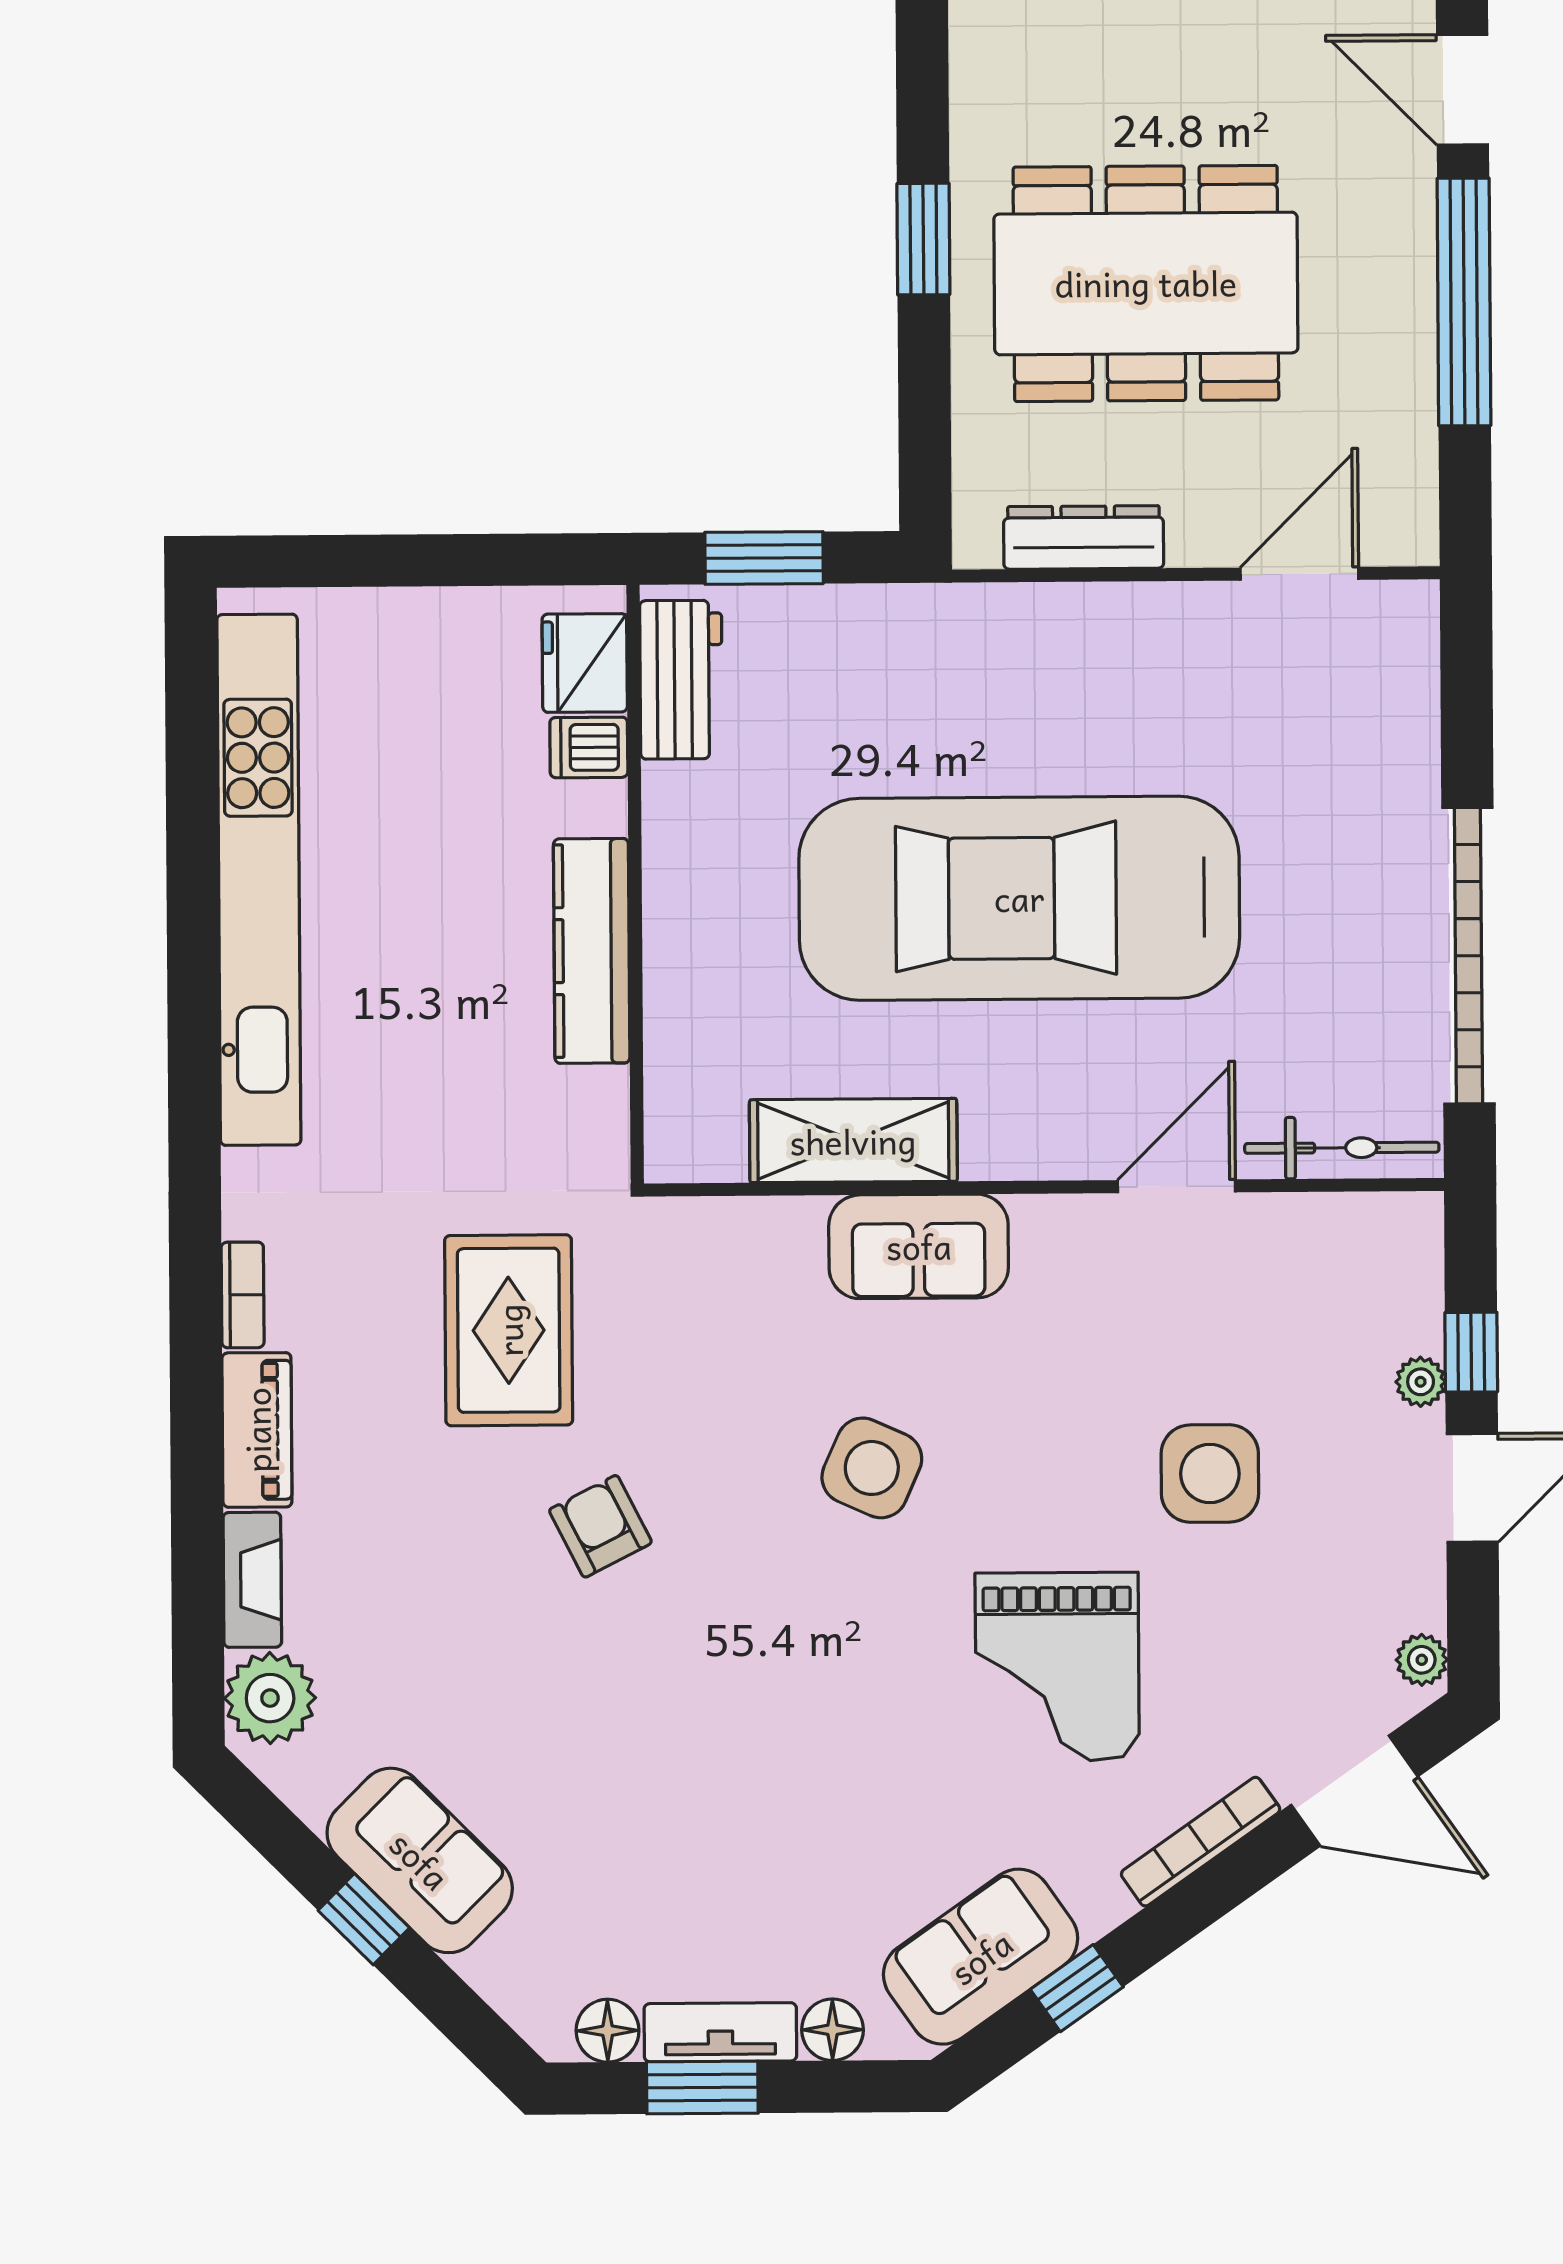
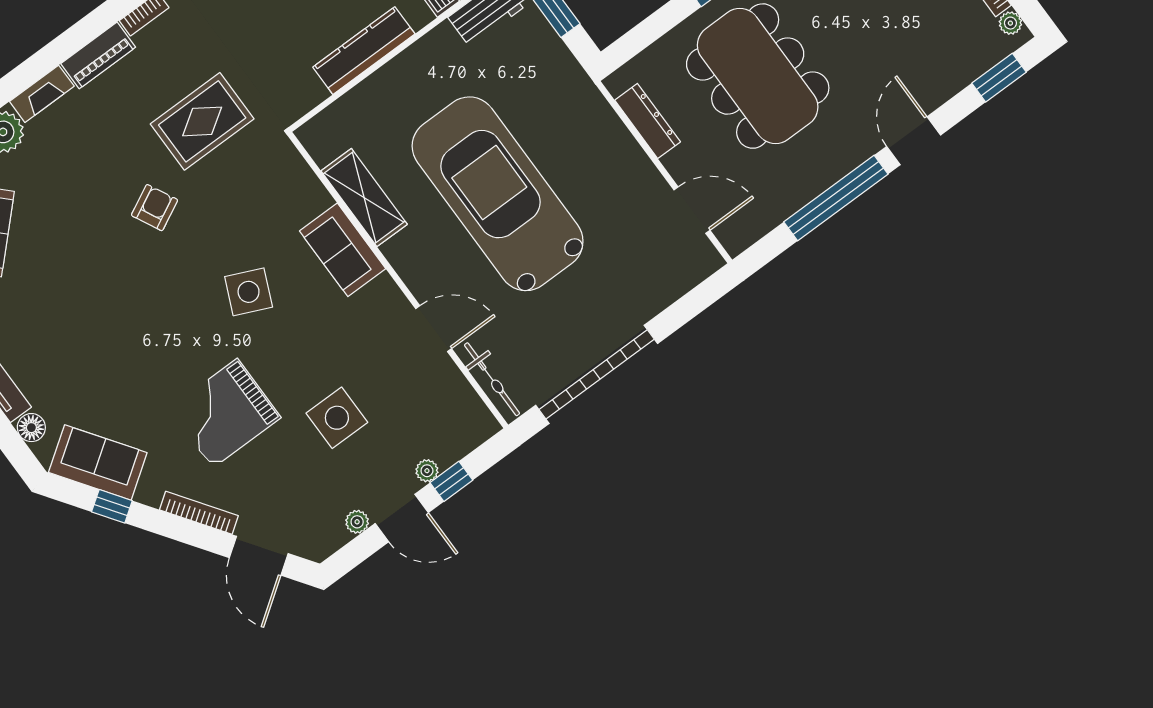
plant: (1422, 1660) -> (357, 522), moved

